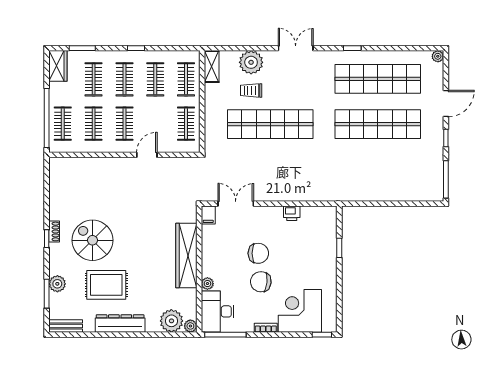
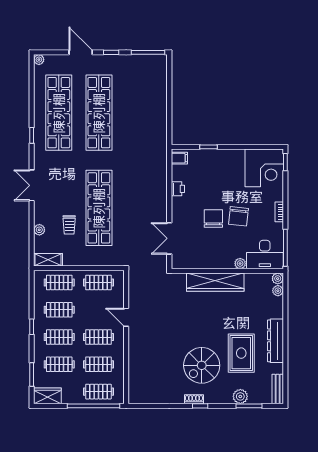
plant: (251, 62) -> (39, 230), width x0.53, depth x0.53
filing cabinet: (208, 215) -> (179, 158), moved
corner desk: (300, 311) -> (264, 168), moved, turned -90
plant: (171, 321) -> (278, 291), width x0.53, depth x0.53

